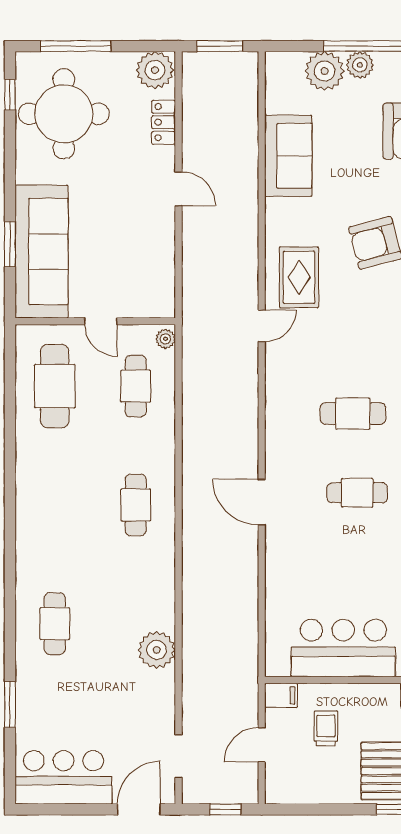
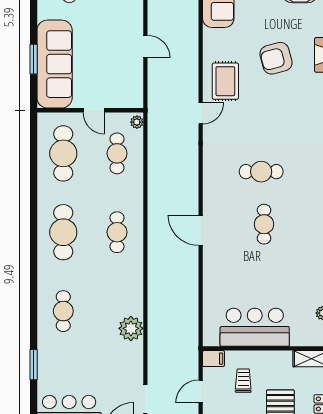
door: (178, 189) -> (145, 47), moved
cafe table: (357, 493) -> (264, 224), turned 90
cafe table: (55, 505) -> (63, 232), added

